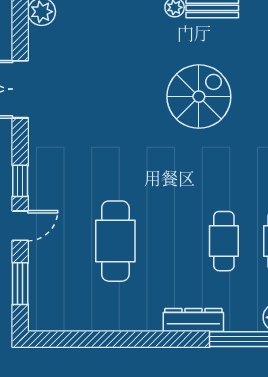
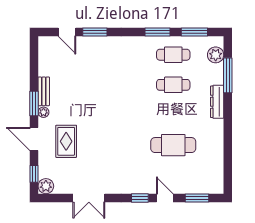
rug: (122, 48) -> (66, 141), added
spiral stairs: (199, 97) -> (93, 99), removed

